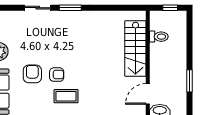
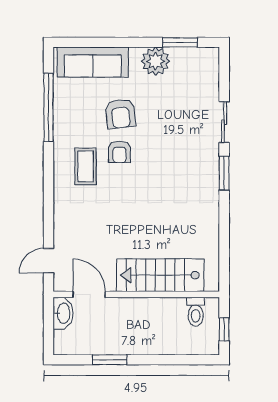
toilet: (159, 37) -> (196, 312), moved
armchair: (32, 74) -> (120, 114), turned 84

